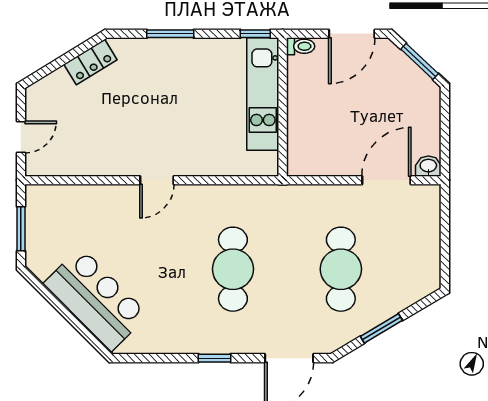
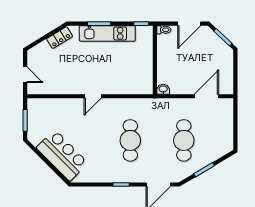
kitchen unit: (263, 94) -> (107, 33), moved, turned -90
door: (21, 137) -> (25, 75), hinge flipped
washbasin: (428, 166) -> (163, 89), moved

